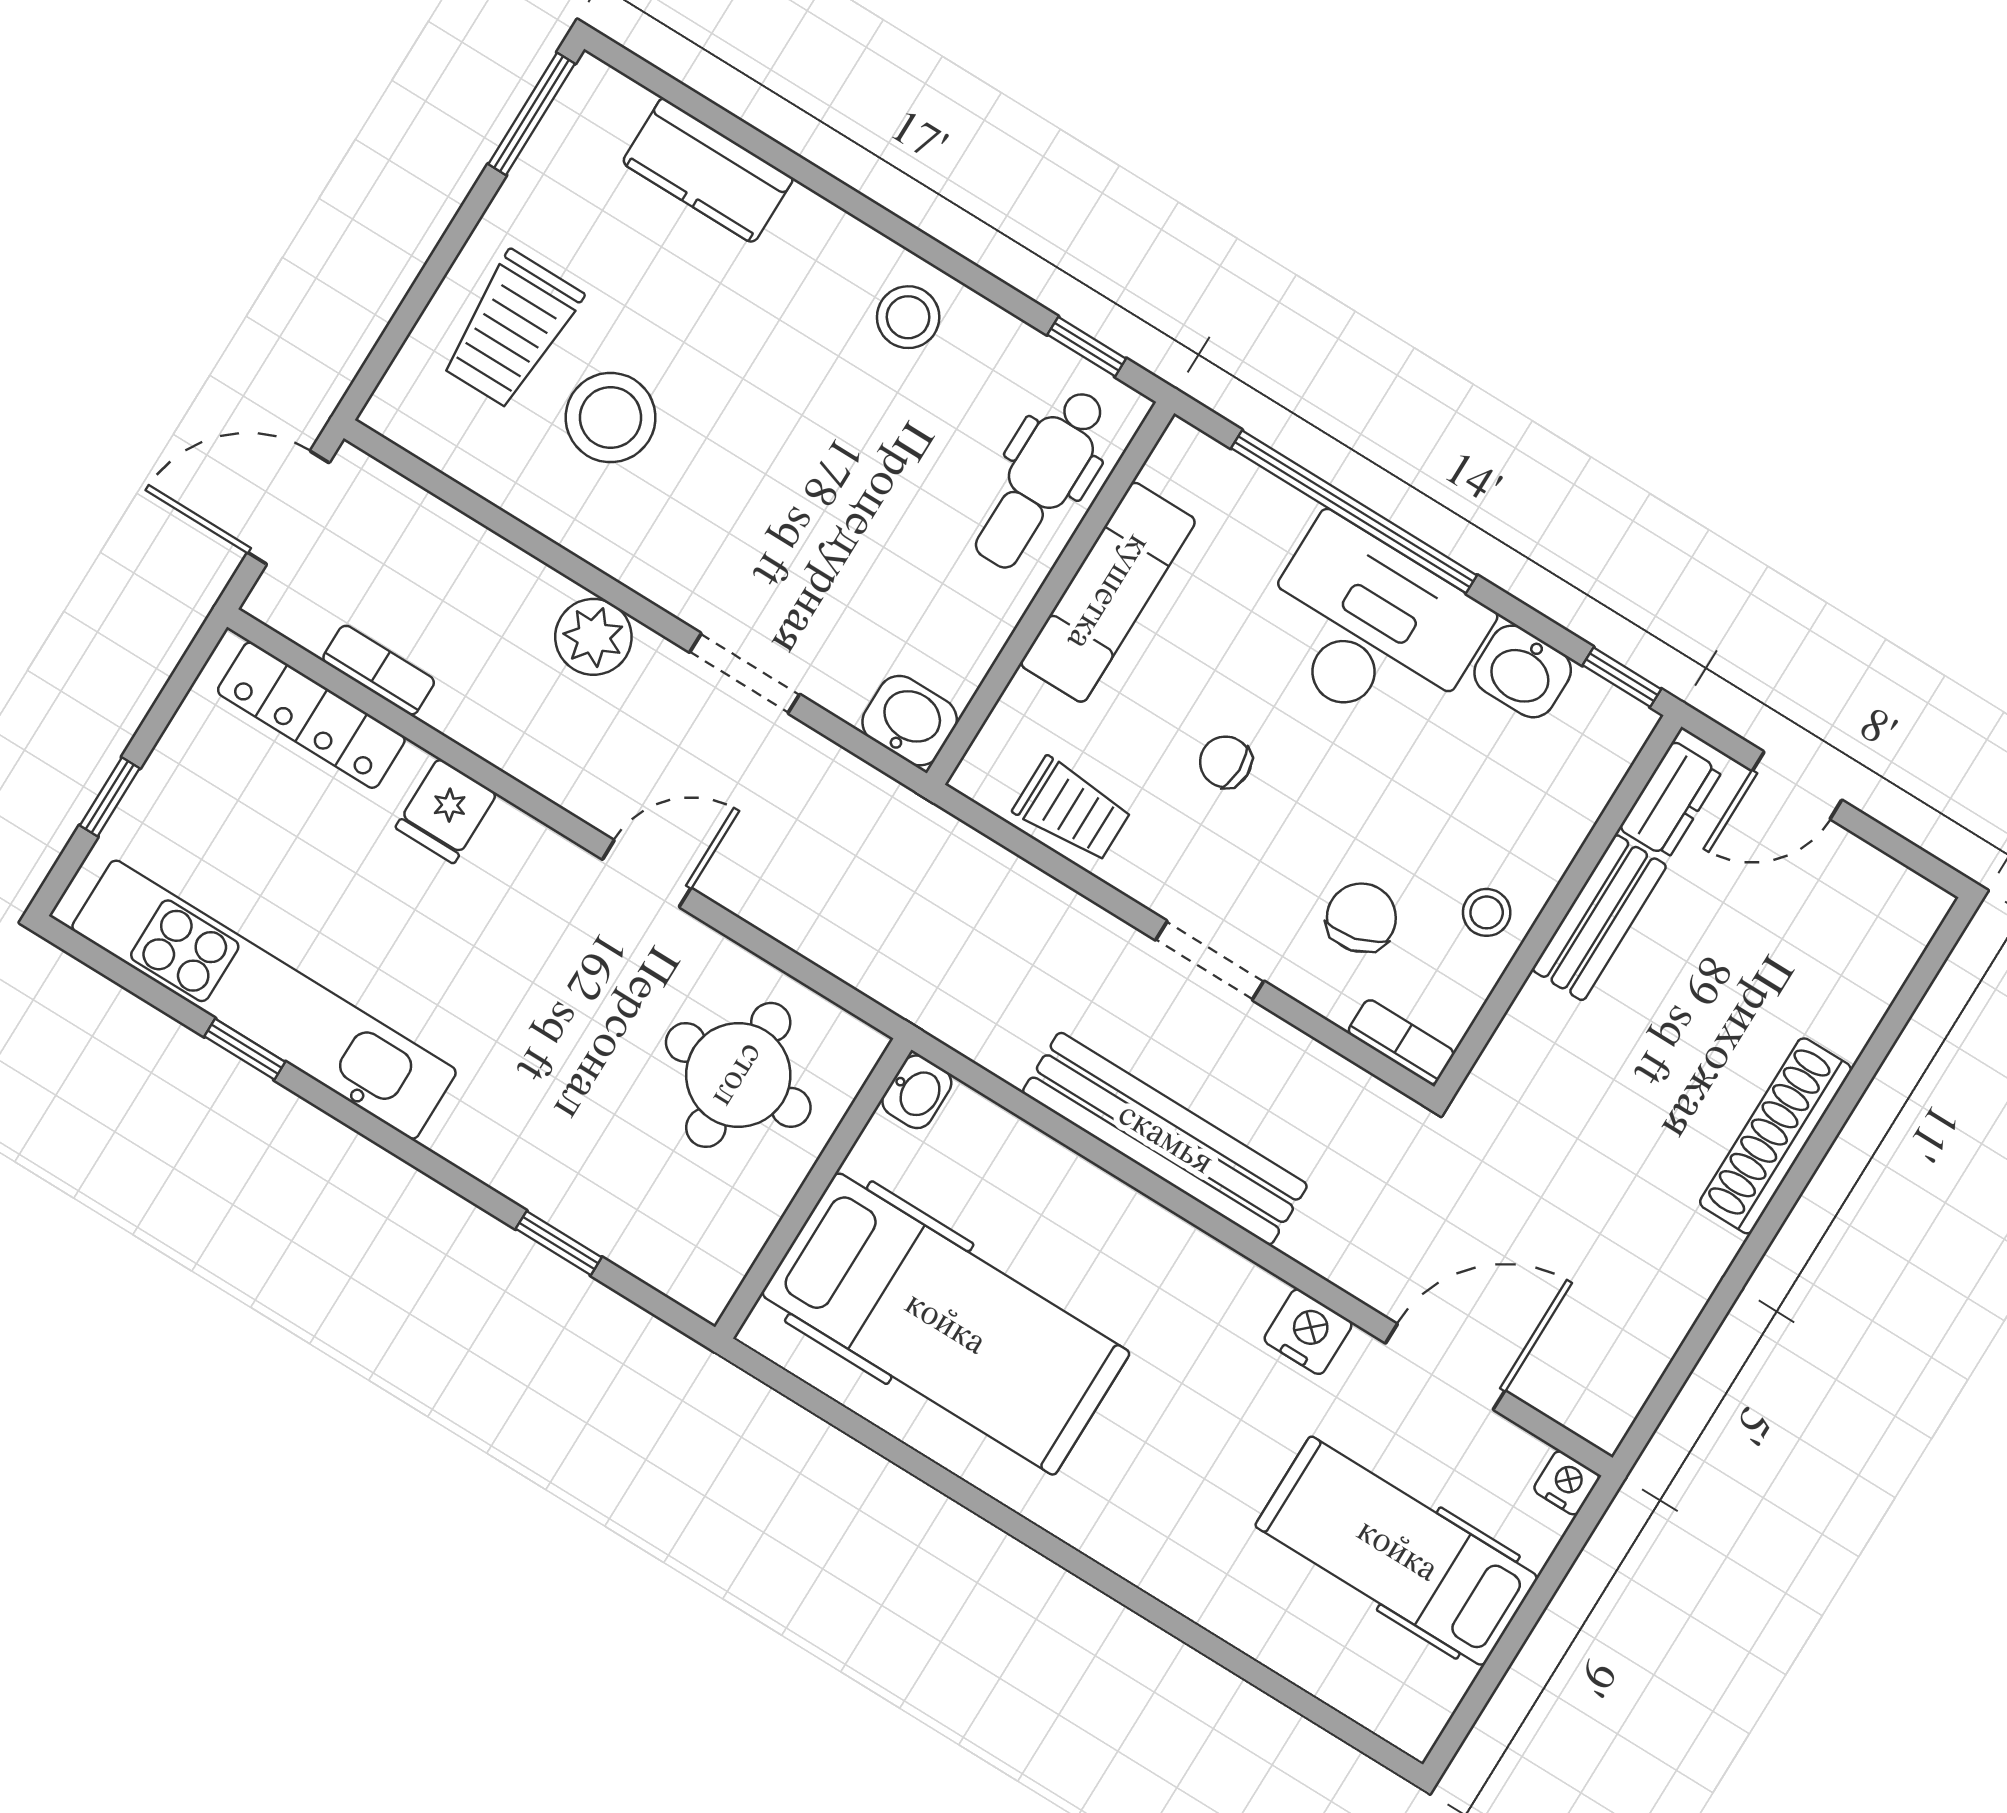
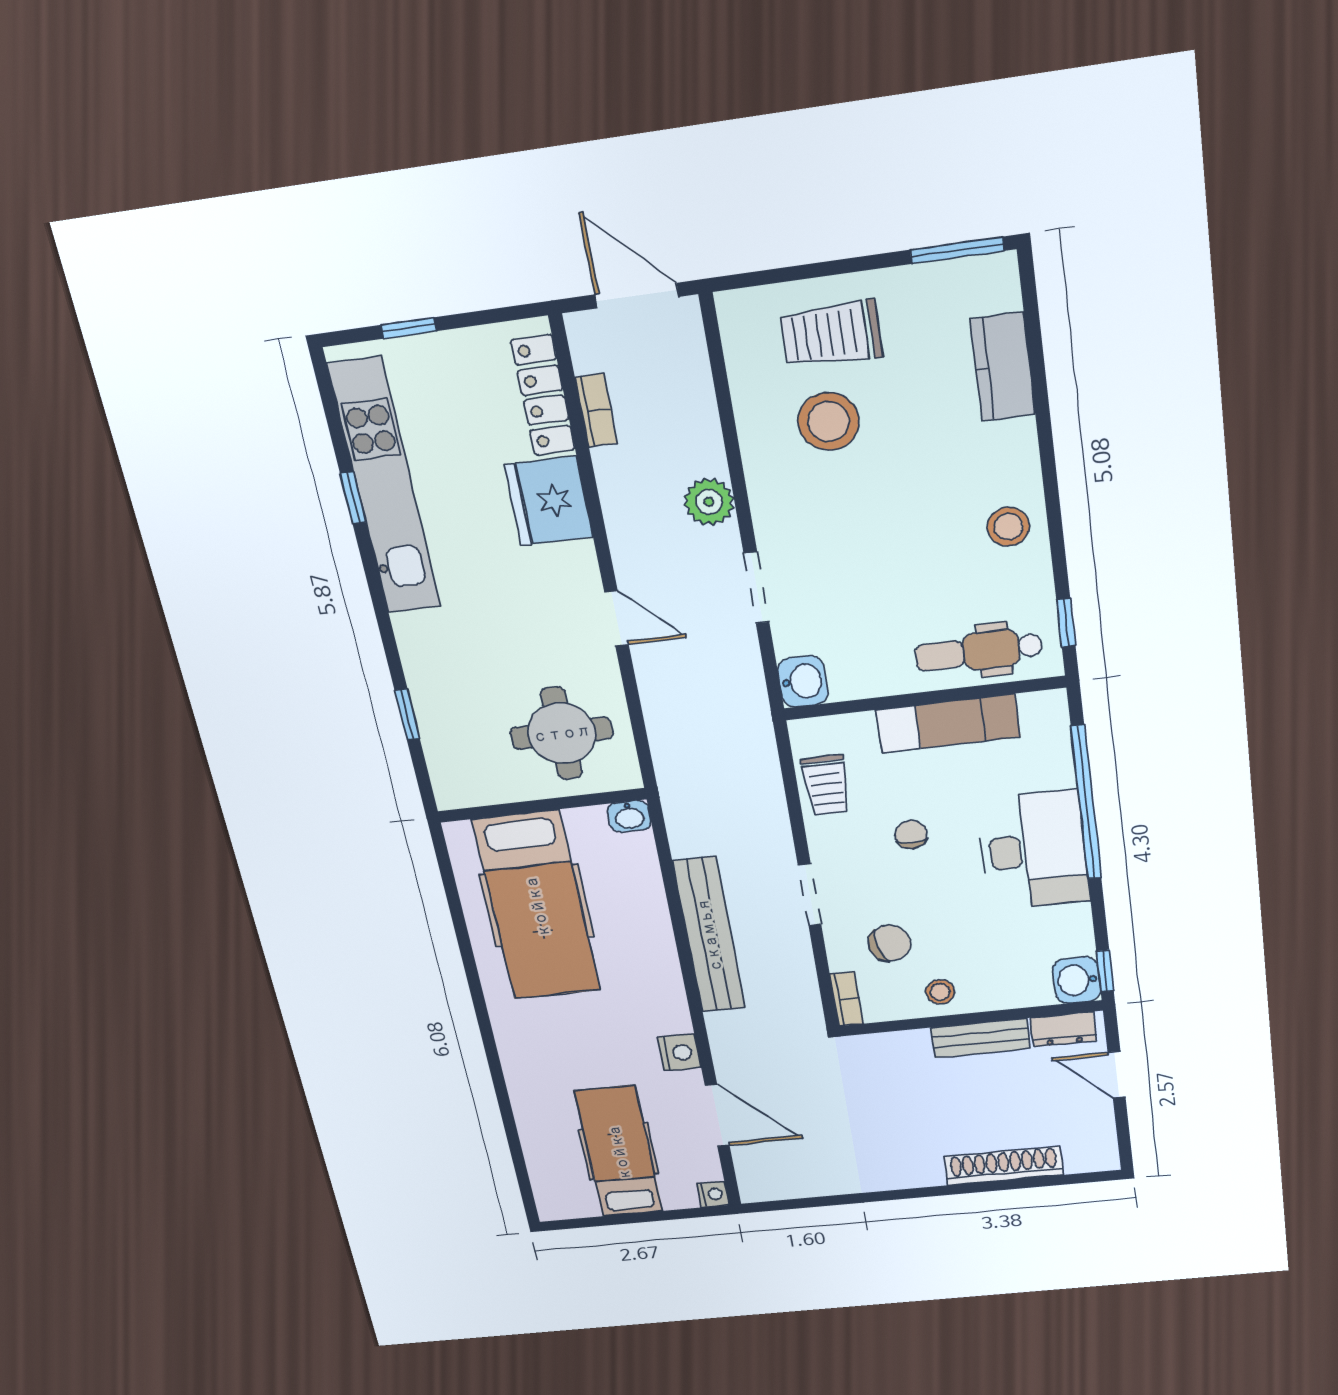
washbasin: (1523, 671) -> (1077, 980), moved
fridge: (446, 811) -> (549, 501), width x1.88, depth x1.34
shoe rack: (1776, 1136) -> (1004, 1166), moved

